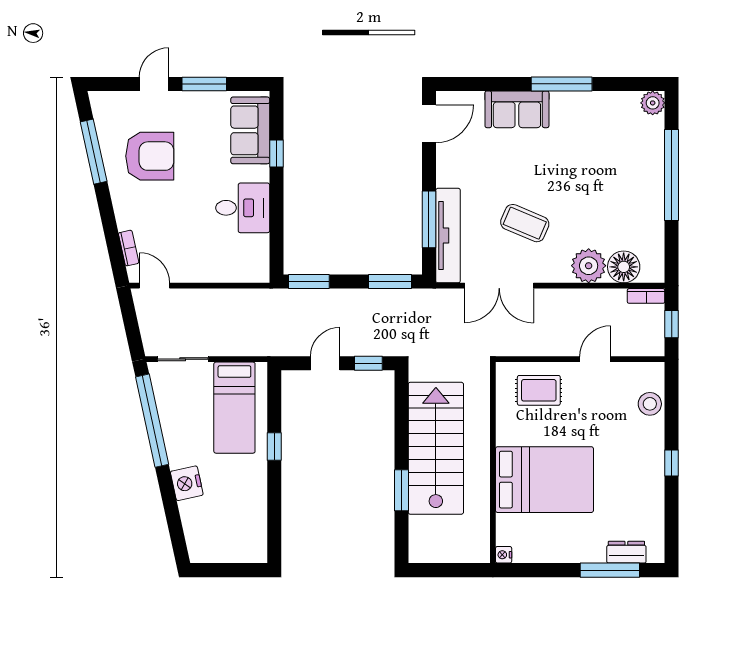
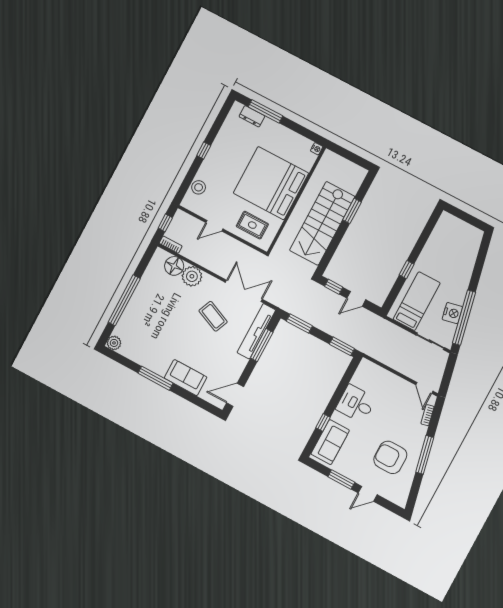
window: (94, 152) -> (425, 455), moved
bed: (544, 480) -> (271, 183), width x1.36
nightstand: (187, 483) -> (452, 313), moved

